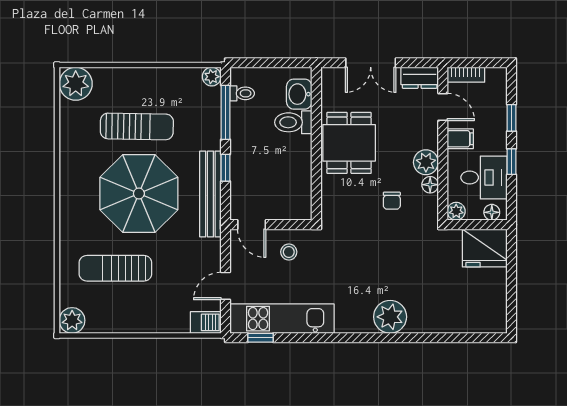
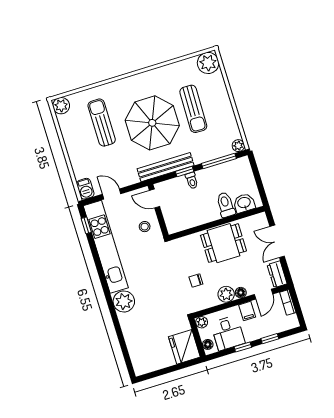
toilet: (242, 93) -> (192, 181), moved
floor lamp: (430, 185) -> (241, 293), moved
door: (252, 225) -> (154, 198), hinge flipped
kitchen unit: (282, 319) -> (106, 247), width x1.36

